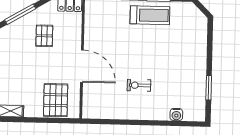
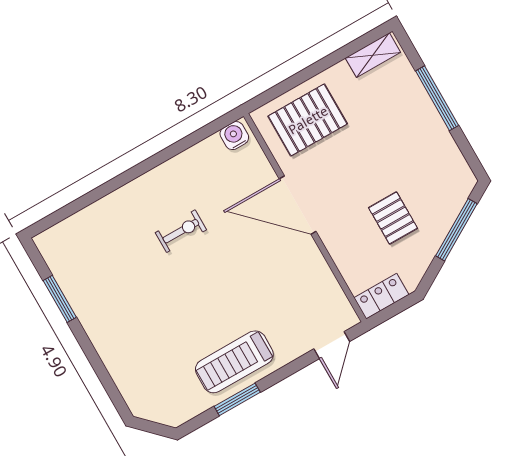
pallet: (56, 100) -> (308, 120), turned 90
water cooler: (176, 115) -> (234, 136), moved

